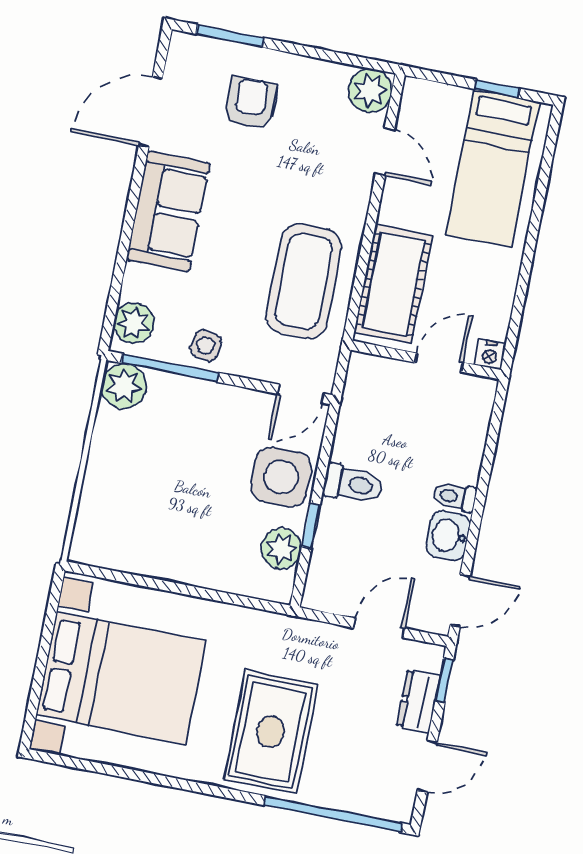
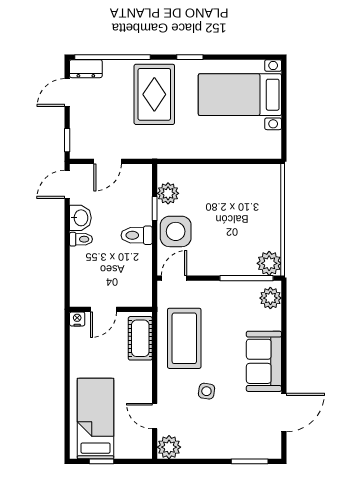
armchair: (251, 103) -> (231, 428), removed
cot: (393, 284) -> (140, 338), width x0.73, depth x0.75
side table: (206, 345) -> (206, 391), moved
bed with nightstands: (121, 678) -> (240, 95), width x0.73
dresser: (418, 701) -> (86, 69), moved, turned 90
window: (193, 786) -> (190, 57), added

